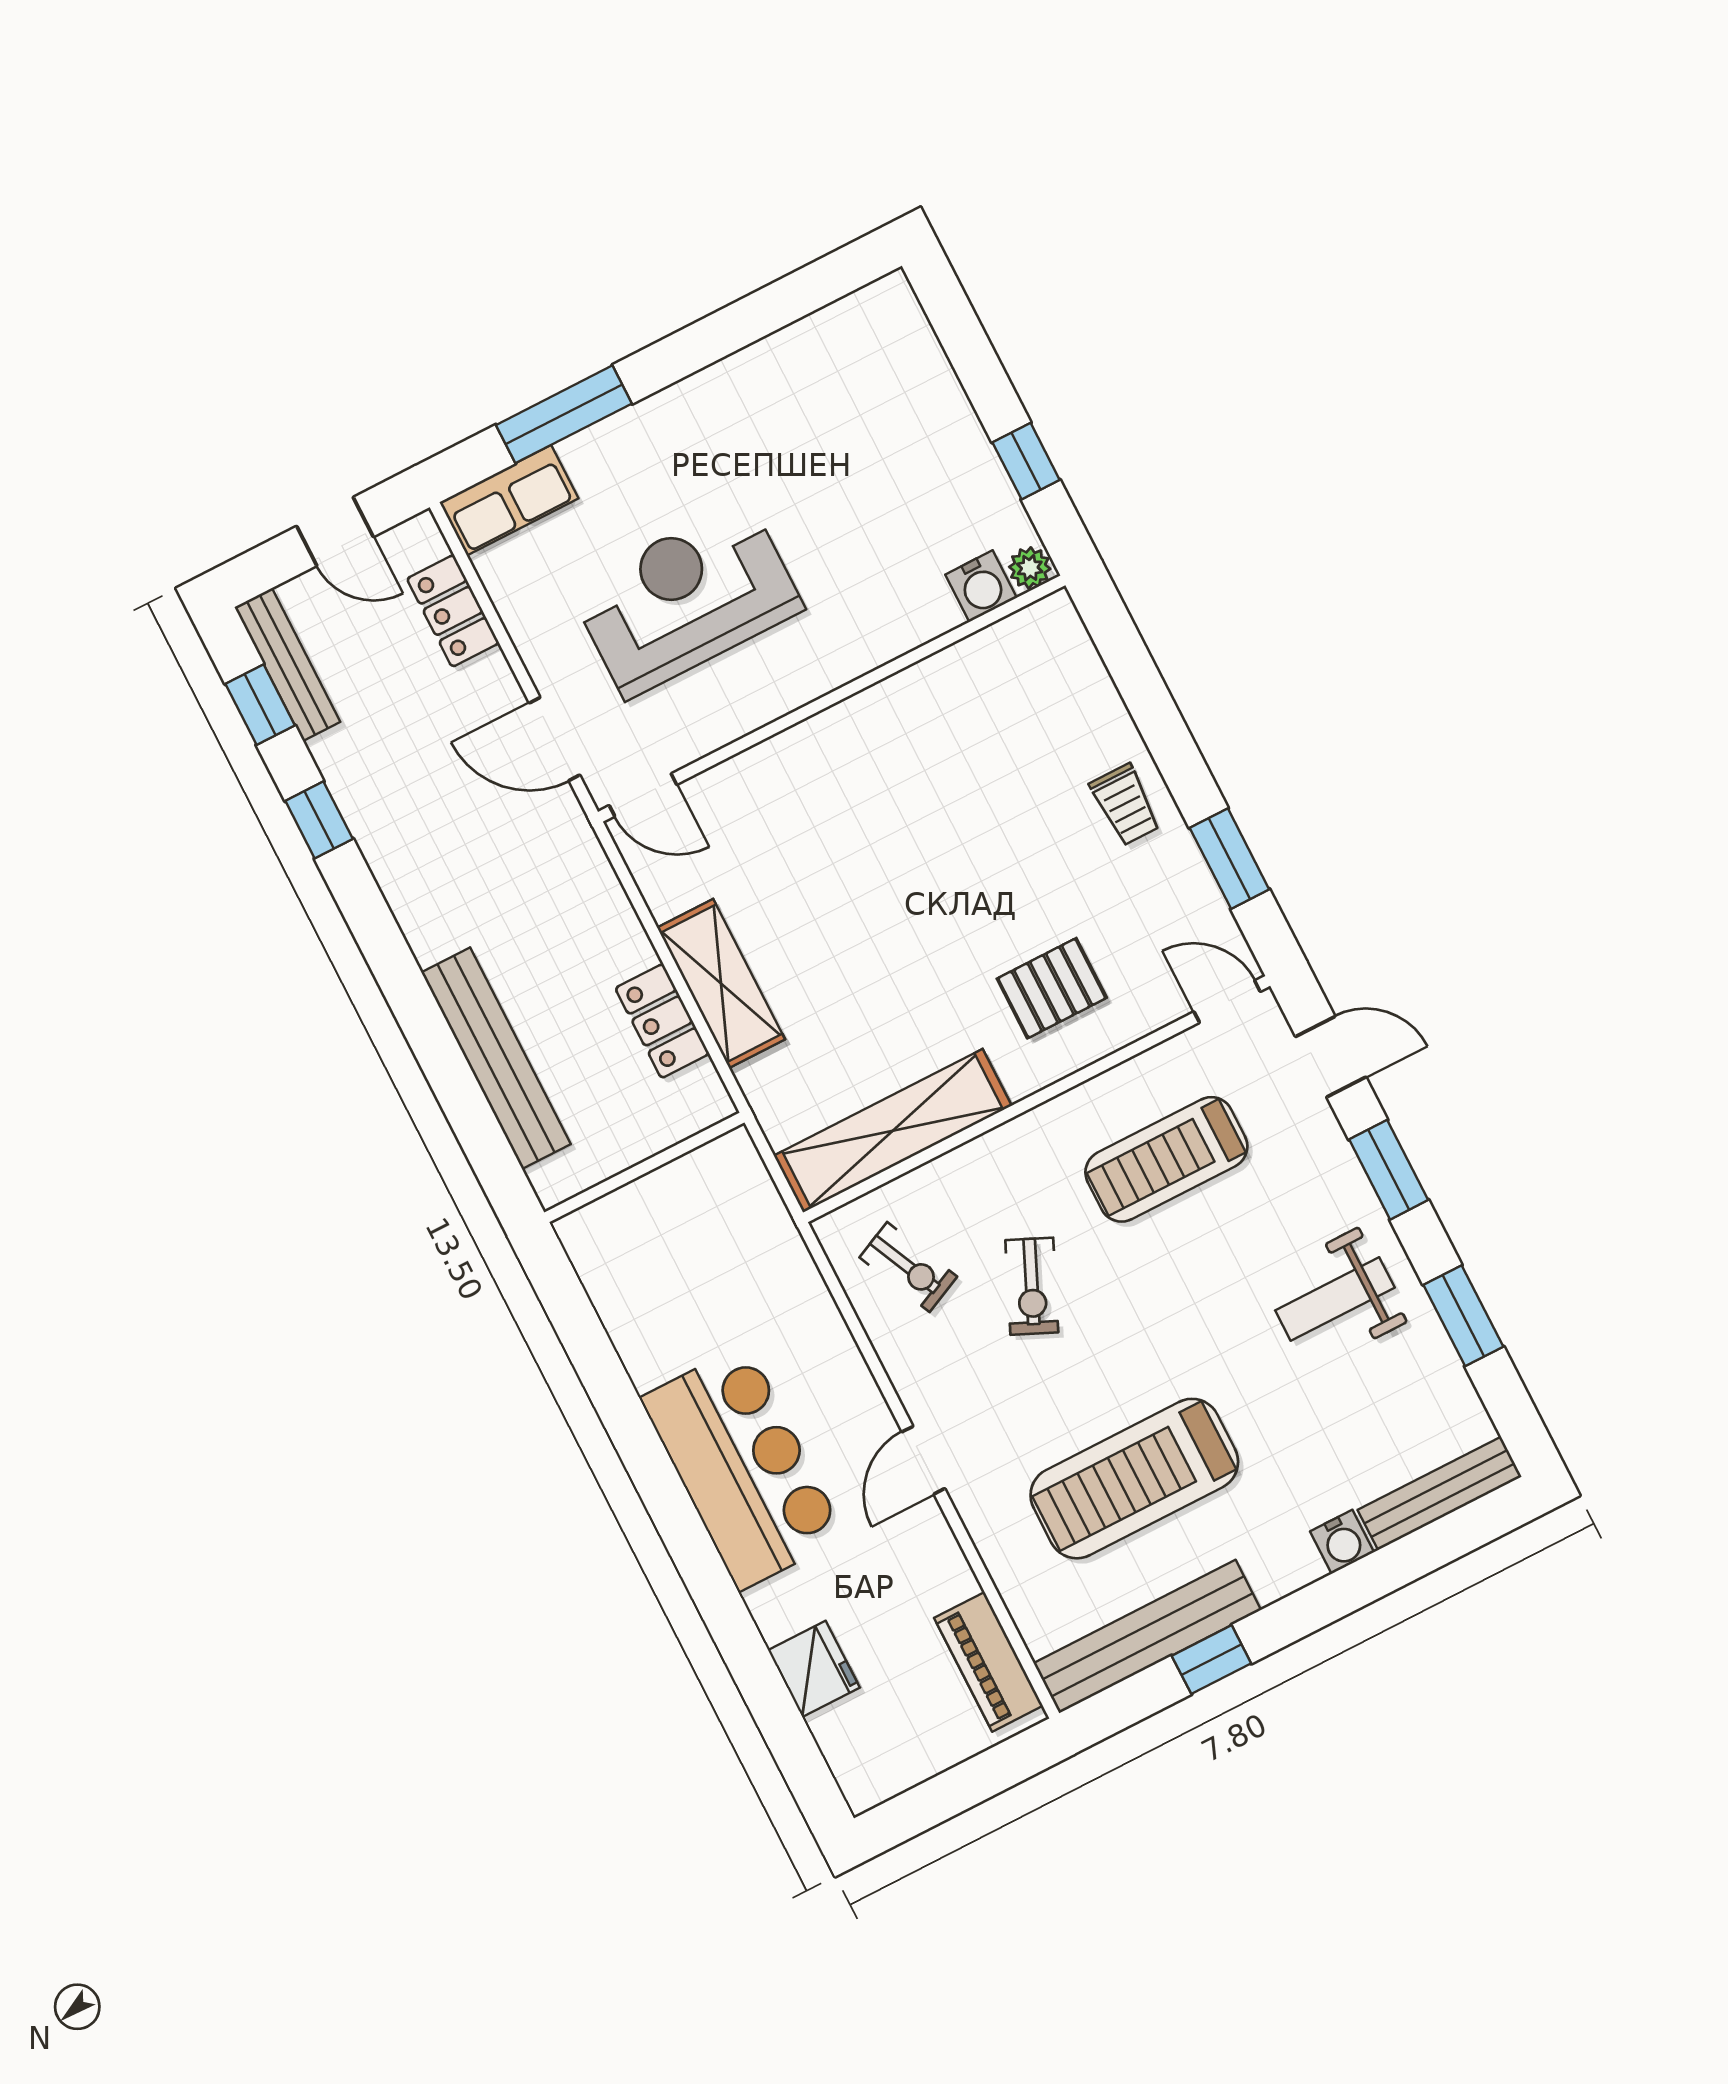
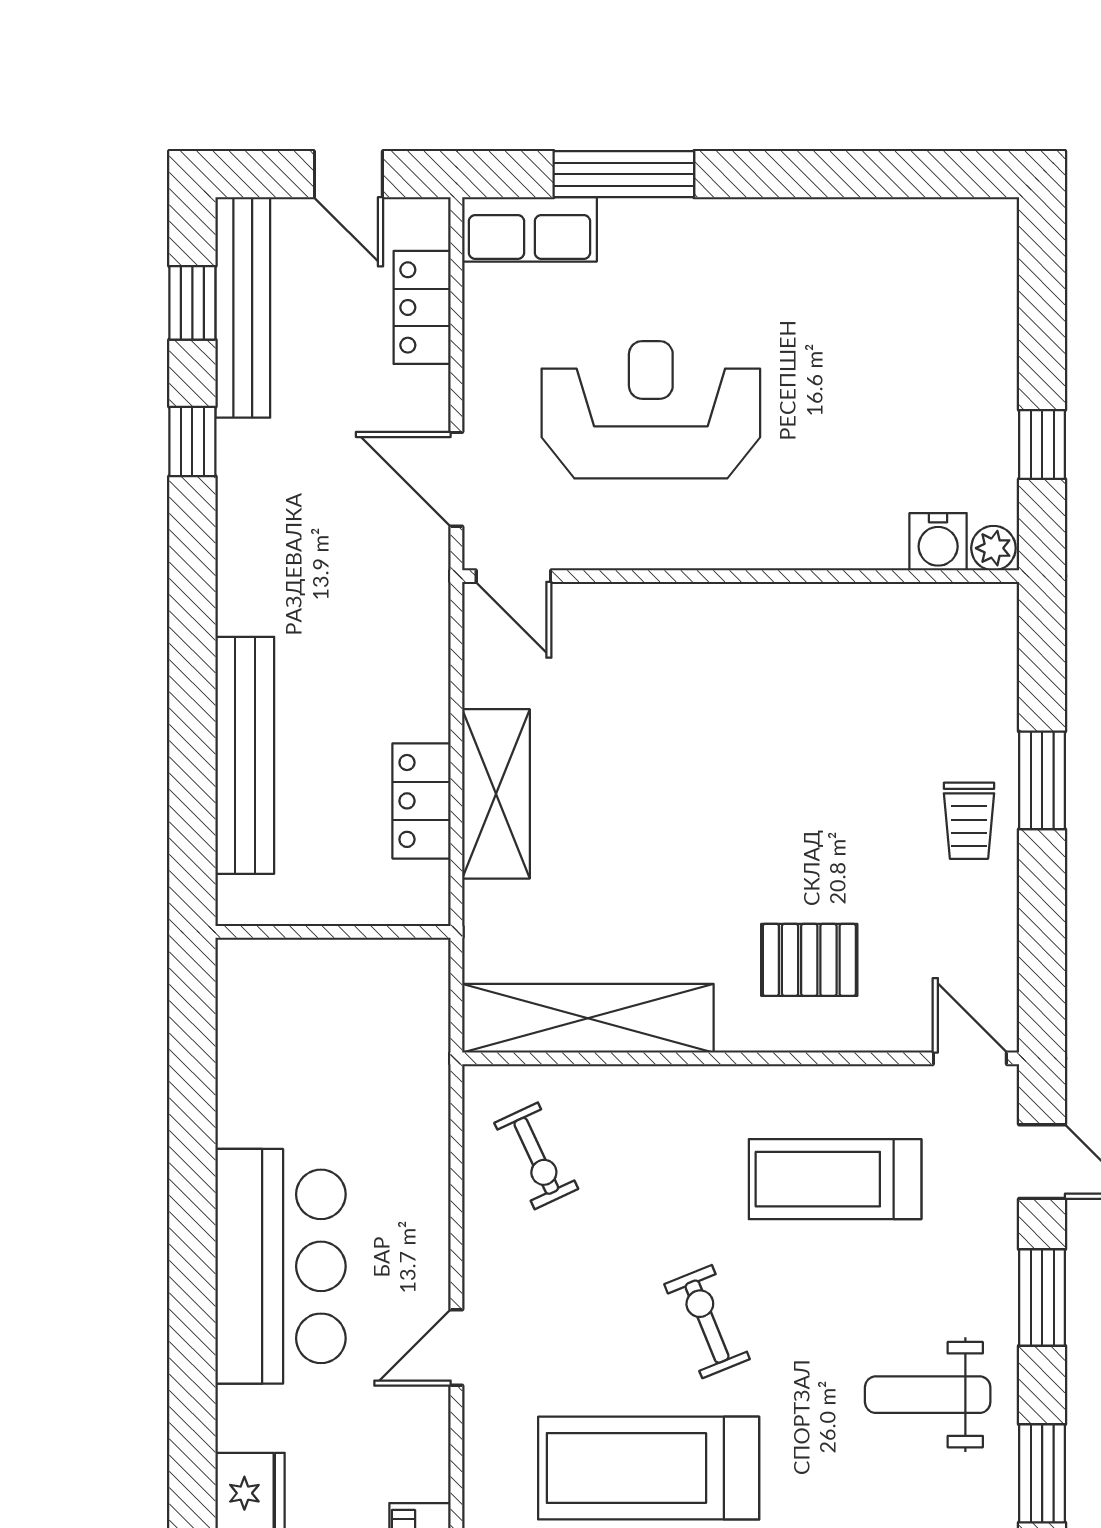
bench: (287, 665) -> (243, 307), width x1.37, depth x1.21
window: (1229, 859) -> (1042, 780), moved
exercise bike: (1032, 1286) -> (707, 1322), moved, turned 134

